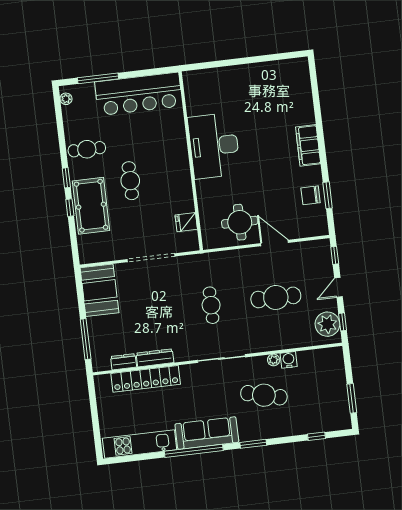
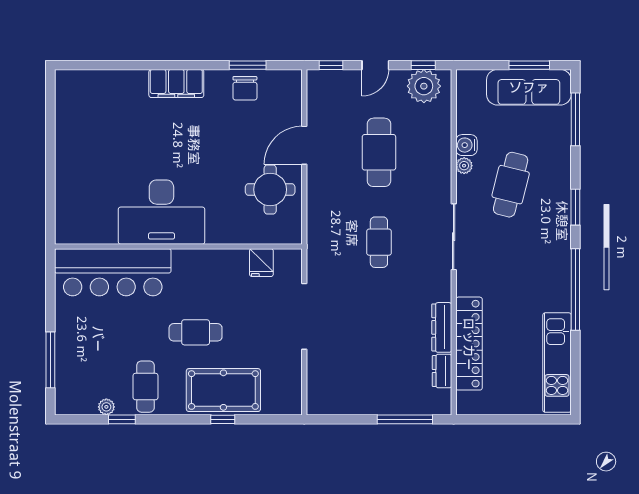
bar counter: (139, 94) -> (113, 272), moved, turned 90
plant: (66, 99) -> (106, 407), moved
window: (66, 178) -> (122, 419), moved
door: (338, 287) -> (375, 65), hinge flipped
booth: (99, 290) -> (340, 392), removed
cafe table: (211, 305) -> (379, 242), turned 90
sofa: (207, 433) -> (529, 87), moved, turned -90
window: (317, 436) -> (575, 119), width x2.17

